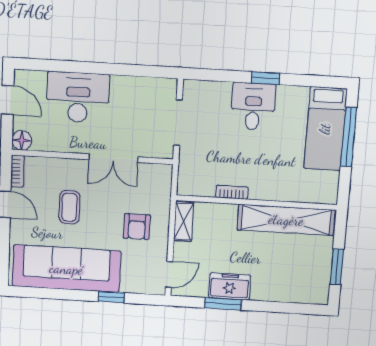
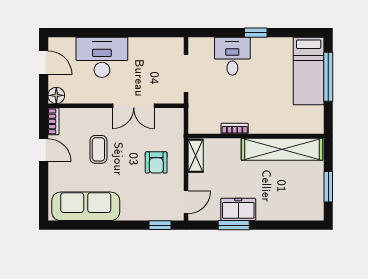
desk: (253, 106) -> (232, 56), moved
sofa: (66, 269) -> (86, 206), width x0.74, depth x0.79
window: (111, 297) -> (160, 225), moved

